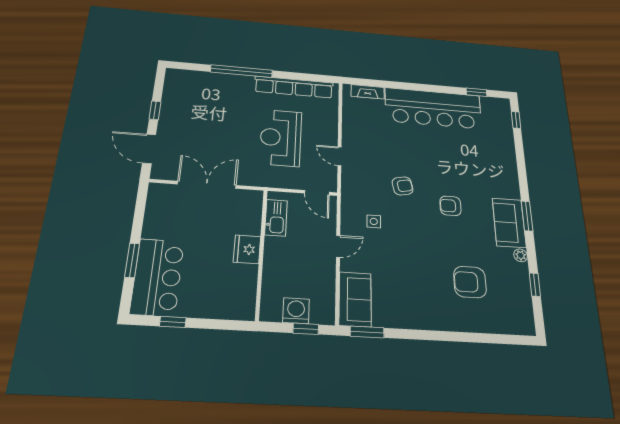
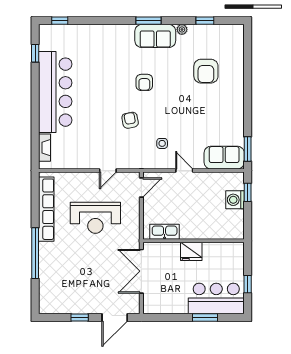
kitchen sink: (276, 218) -> (165, 232), moved
fridge: (247, 249) -> (191, 251), moved
wall: (261, 253) -> (193, 241), moved

